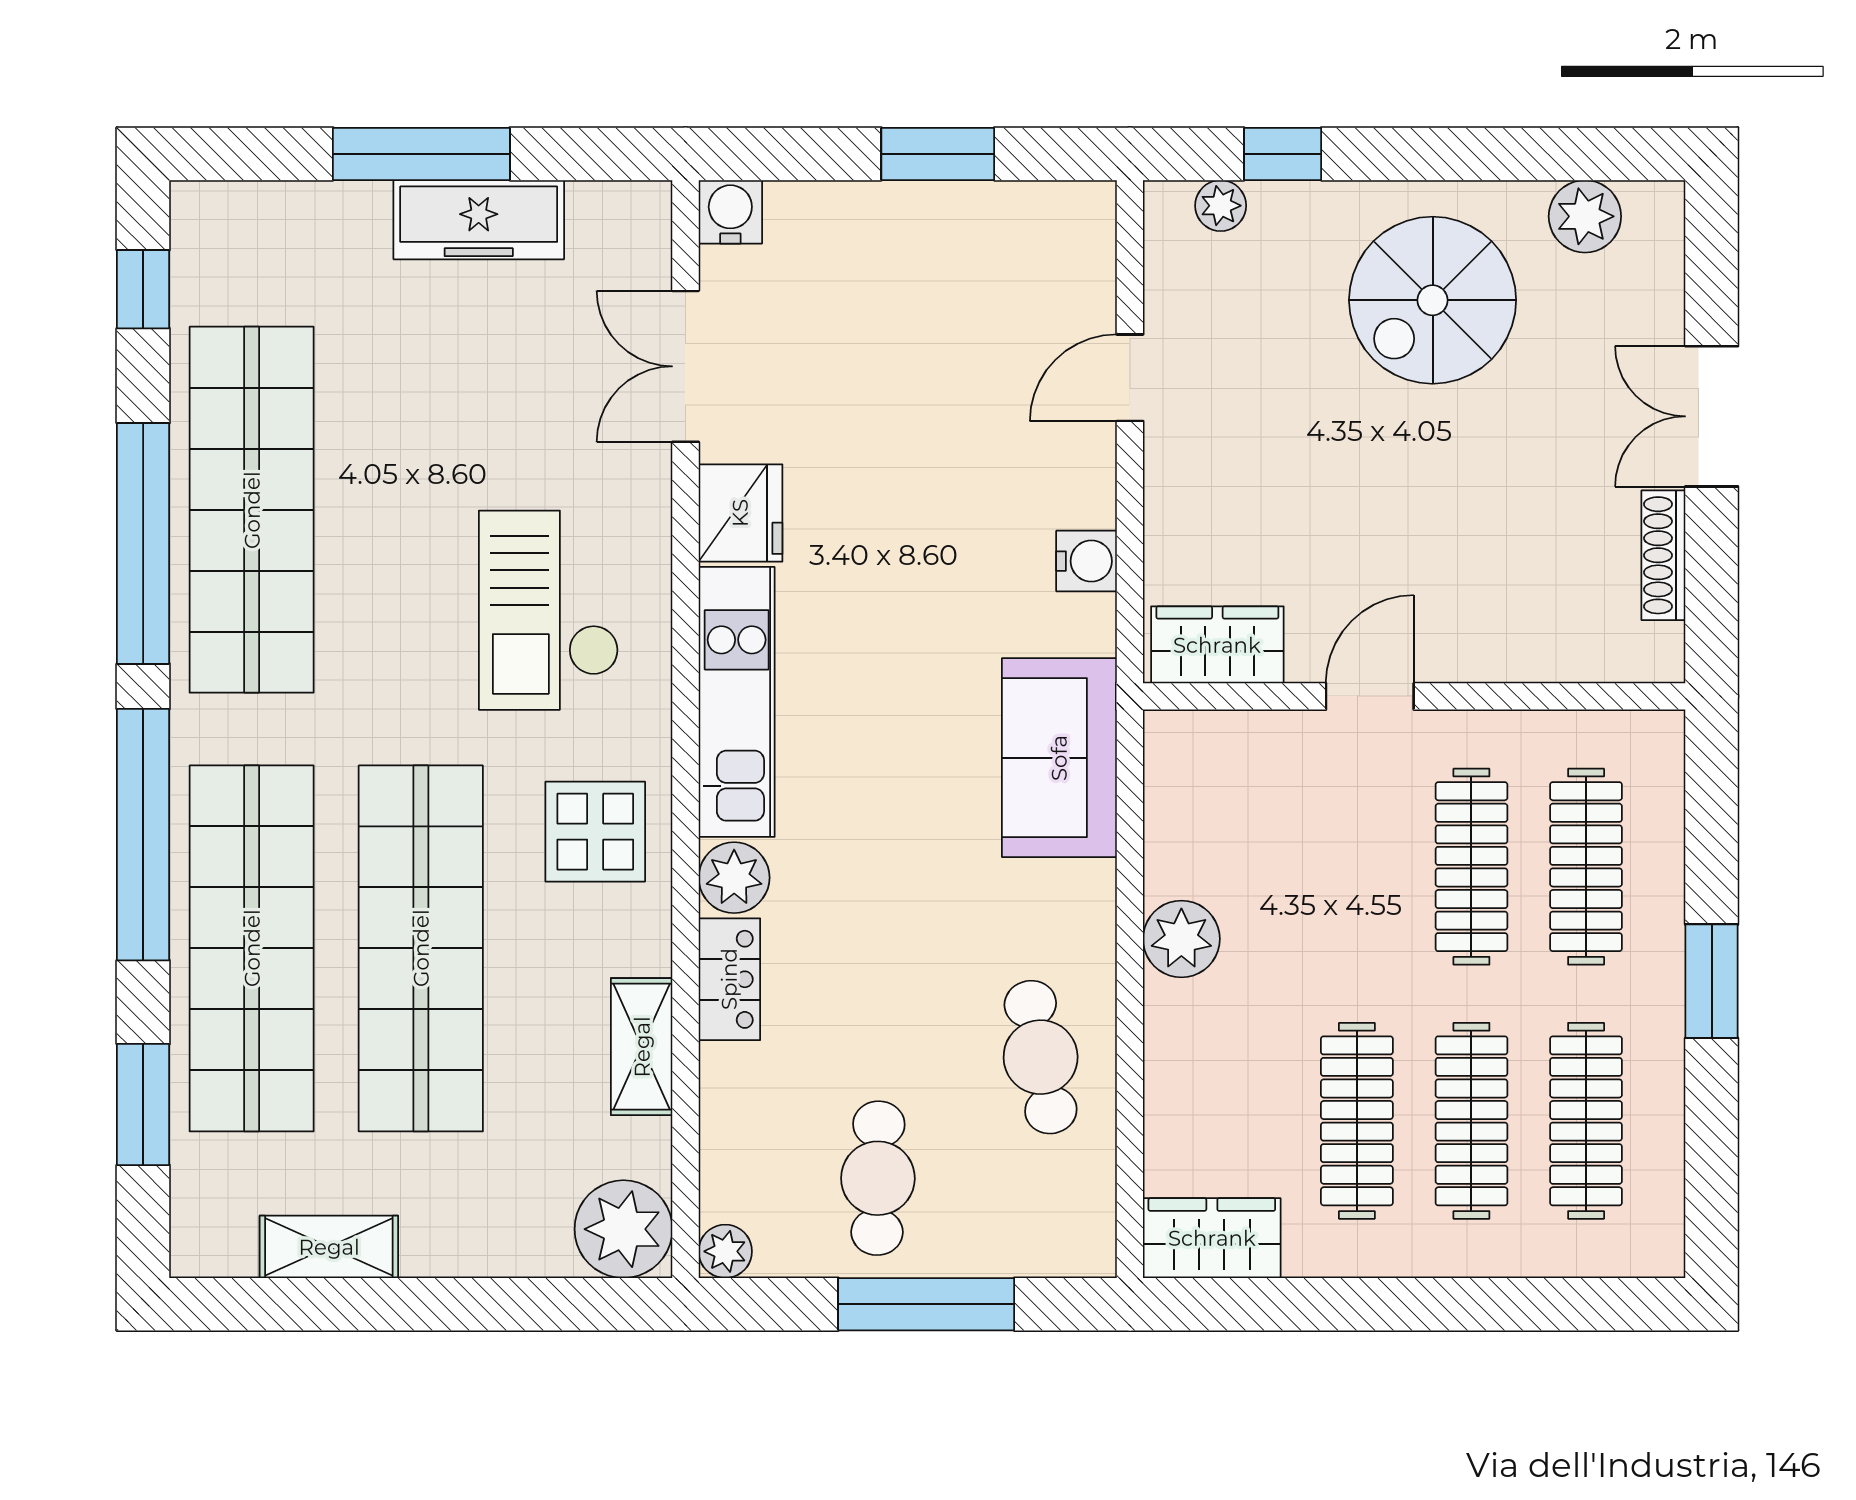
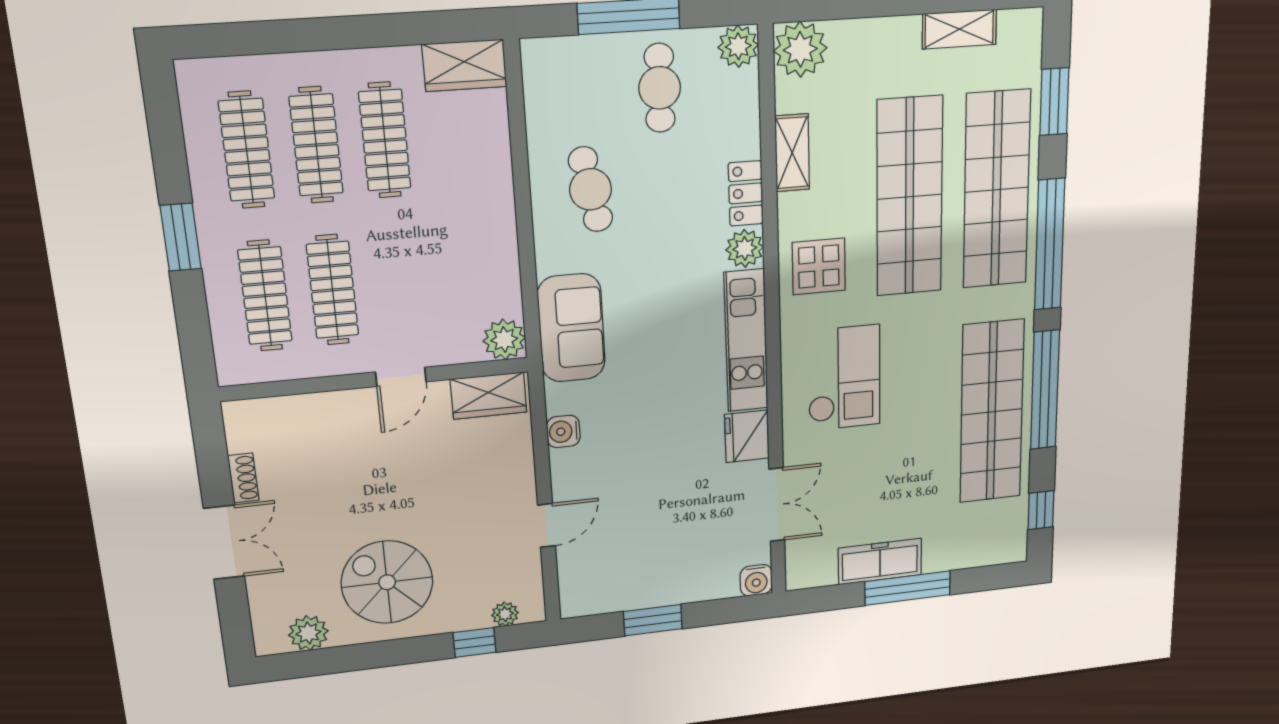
spiral stairs: (1433, 300) -> (387, 582), turned -90
shoe rack: (1663, 555) -> (243, 478), width x0.70
plant: (1181, 939) -> (504, 339), moved
cafe table: (1041, 1057) -> (591, 189), moved
plant: (725, 1251) -> (738, 46), width x1.38, depth x1.38

